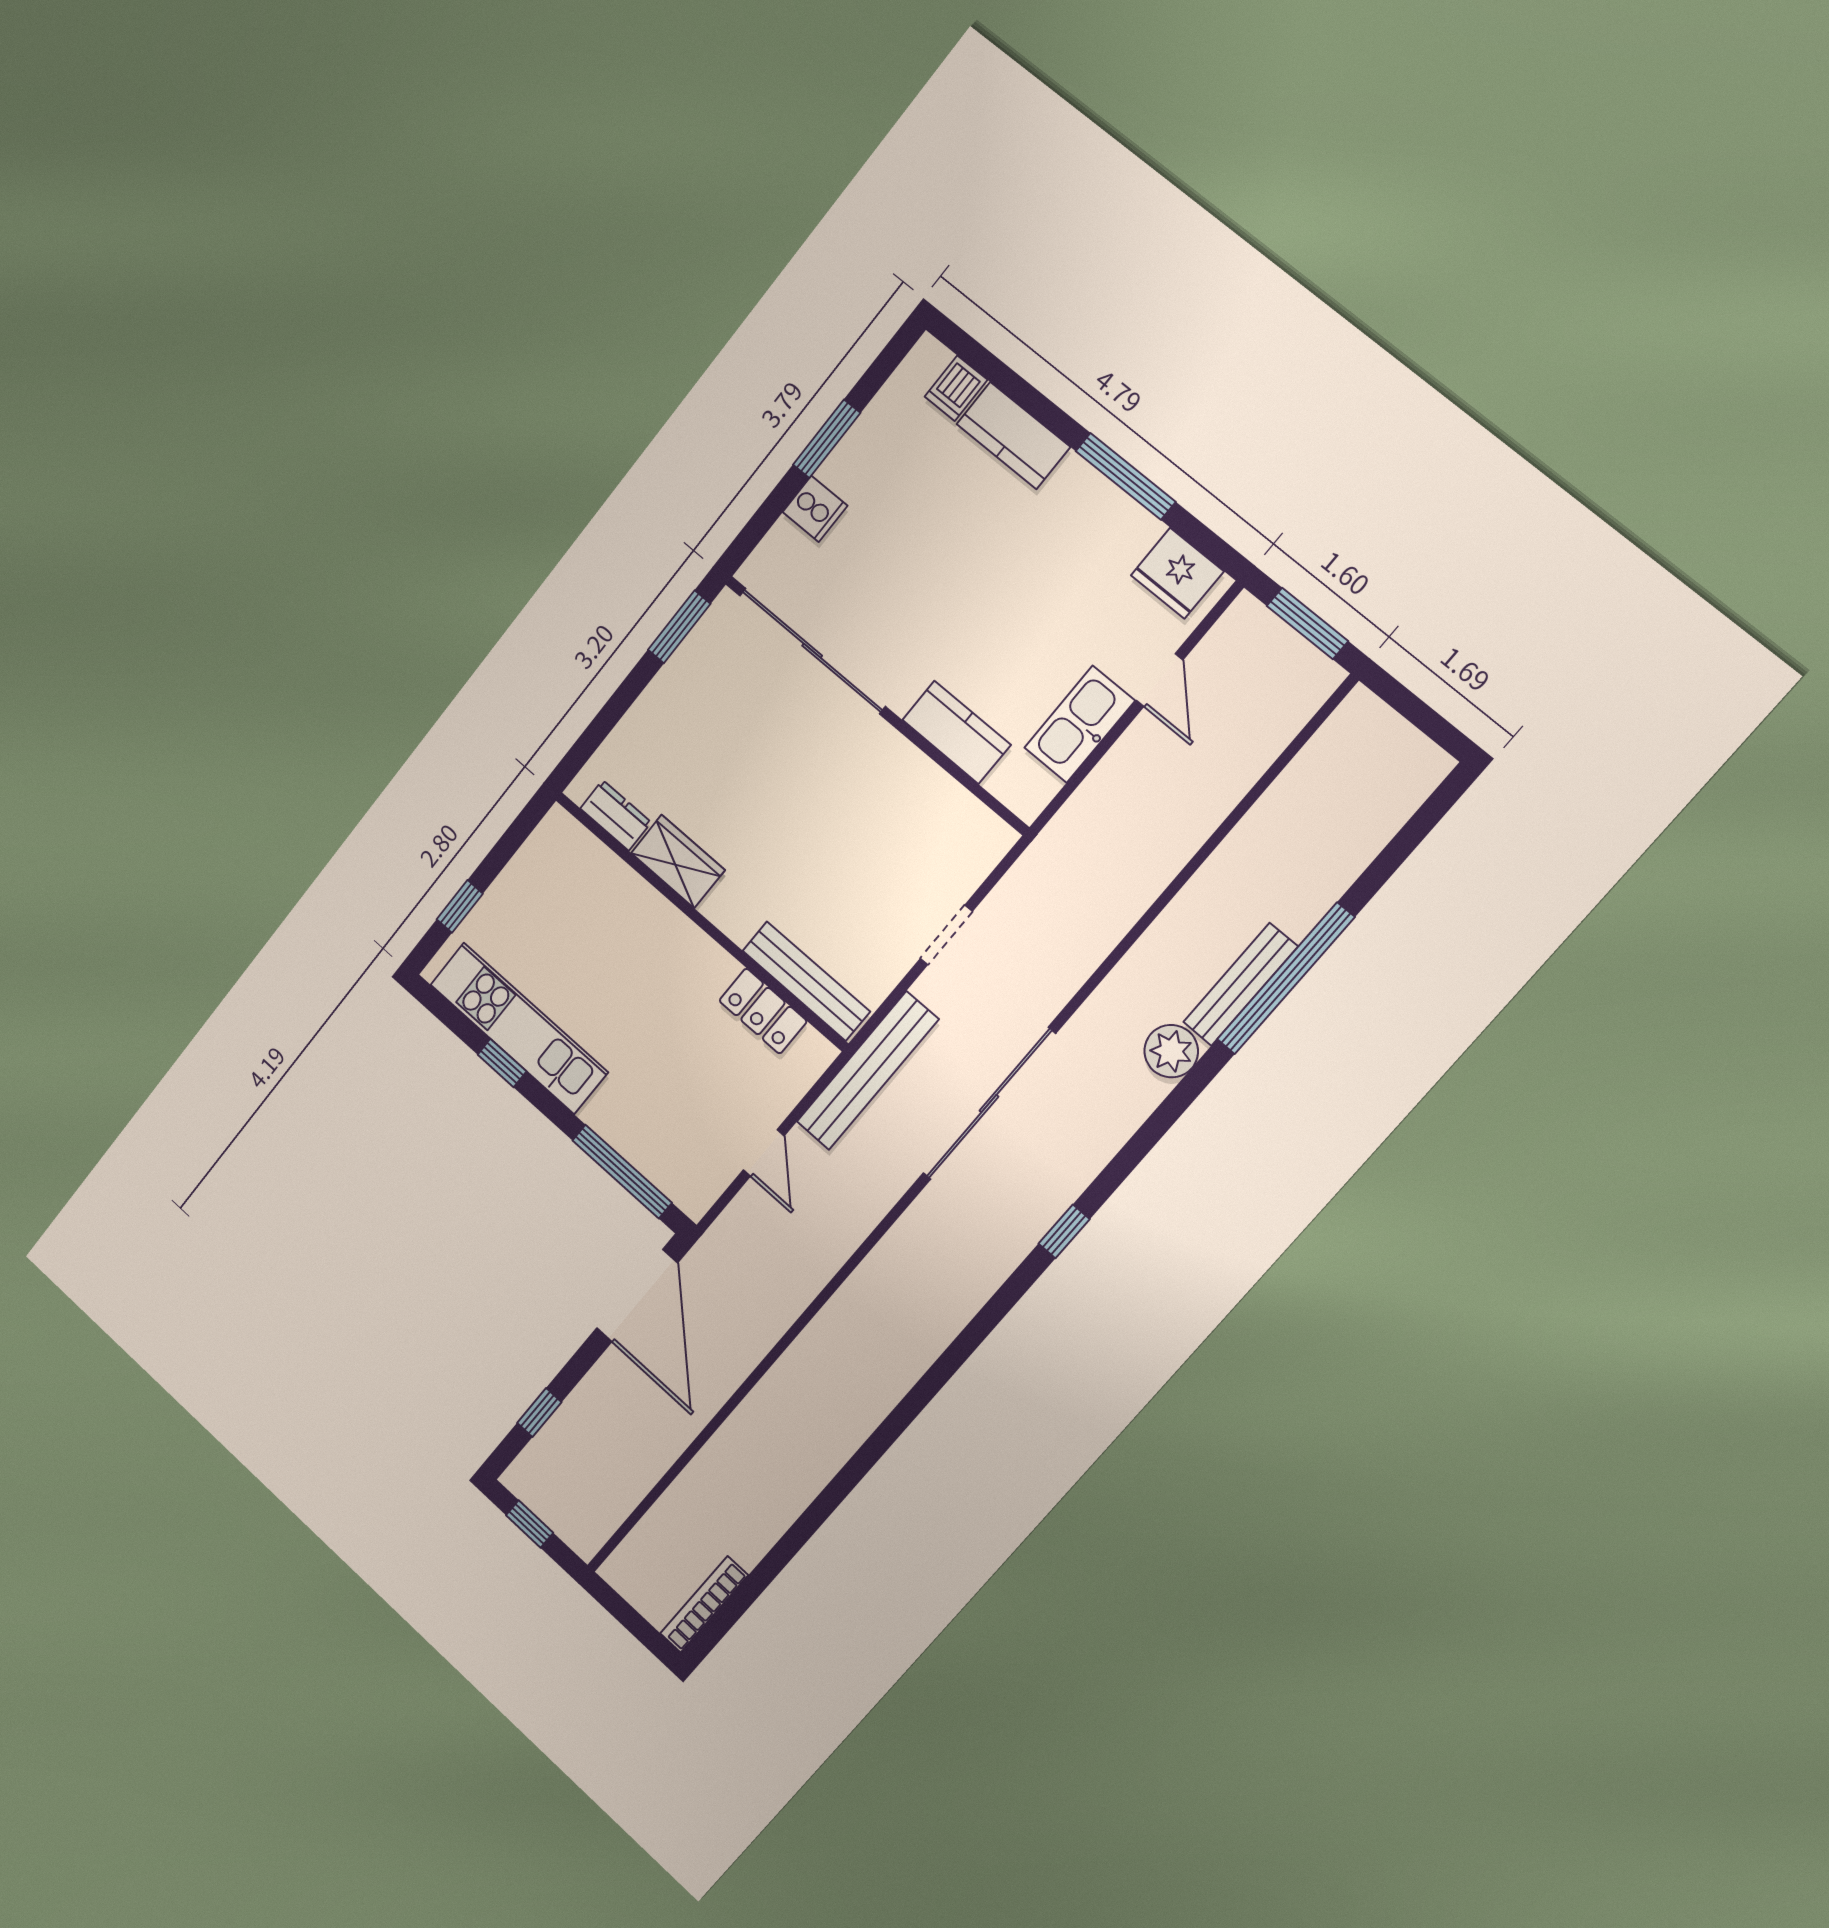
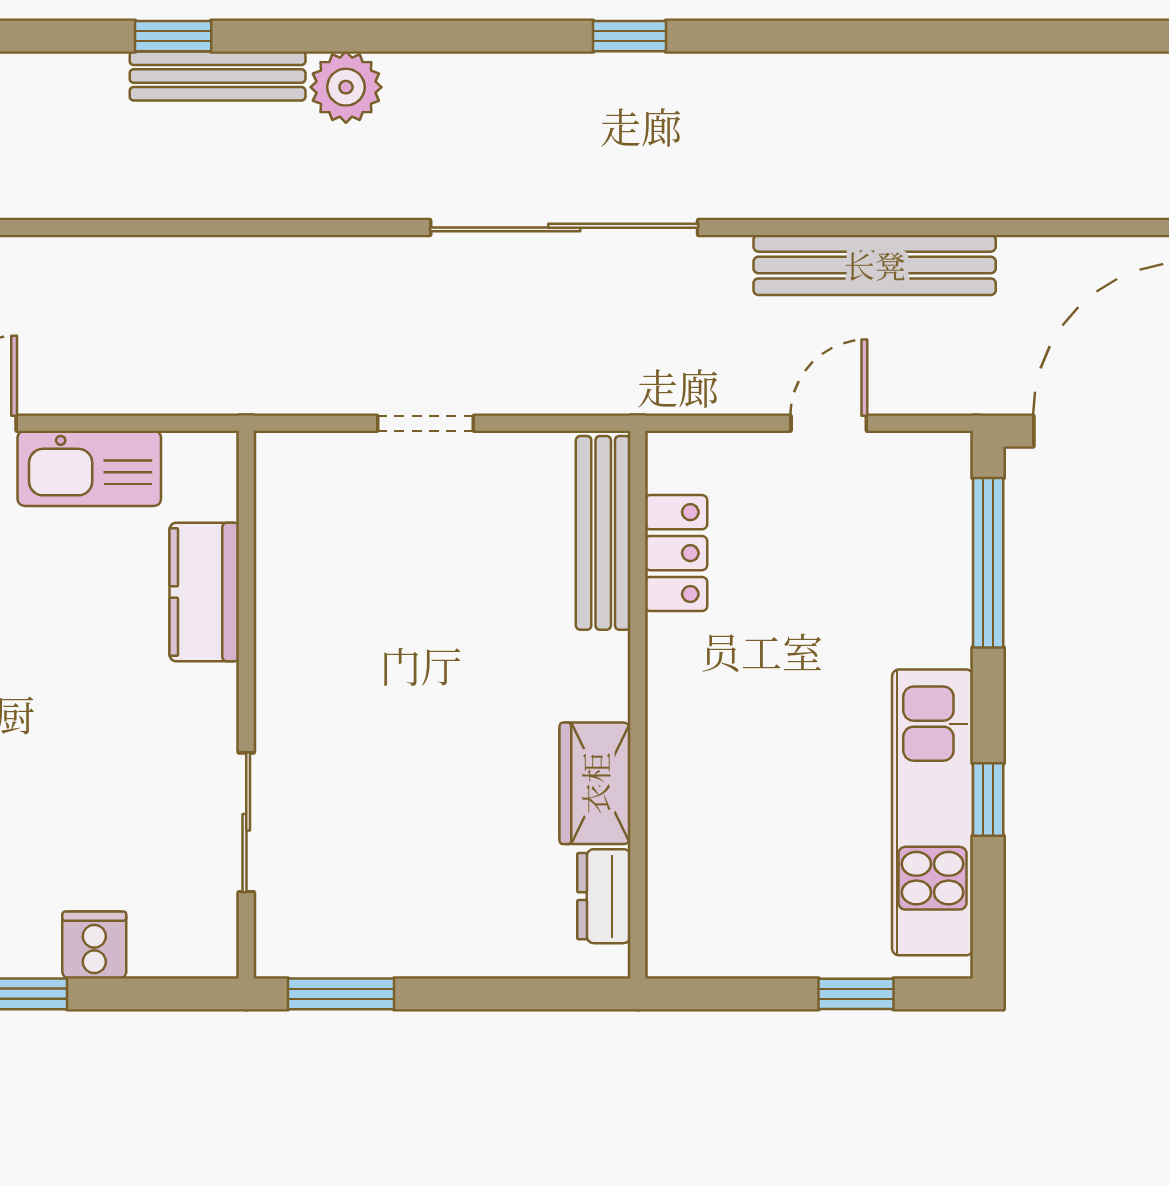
sliding door: (812, 651) -> (246, 822), width x0.54
window: (1286, 979) -> (173, 36), width x0.32
bench: (867, 1071) -> (875, 265), moved

